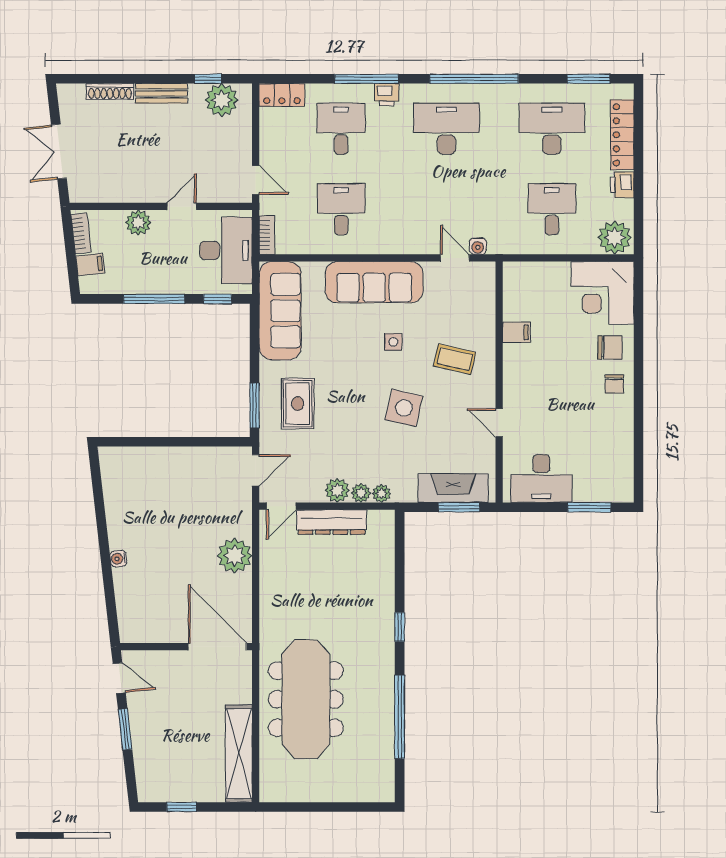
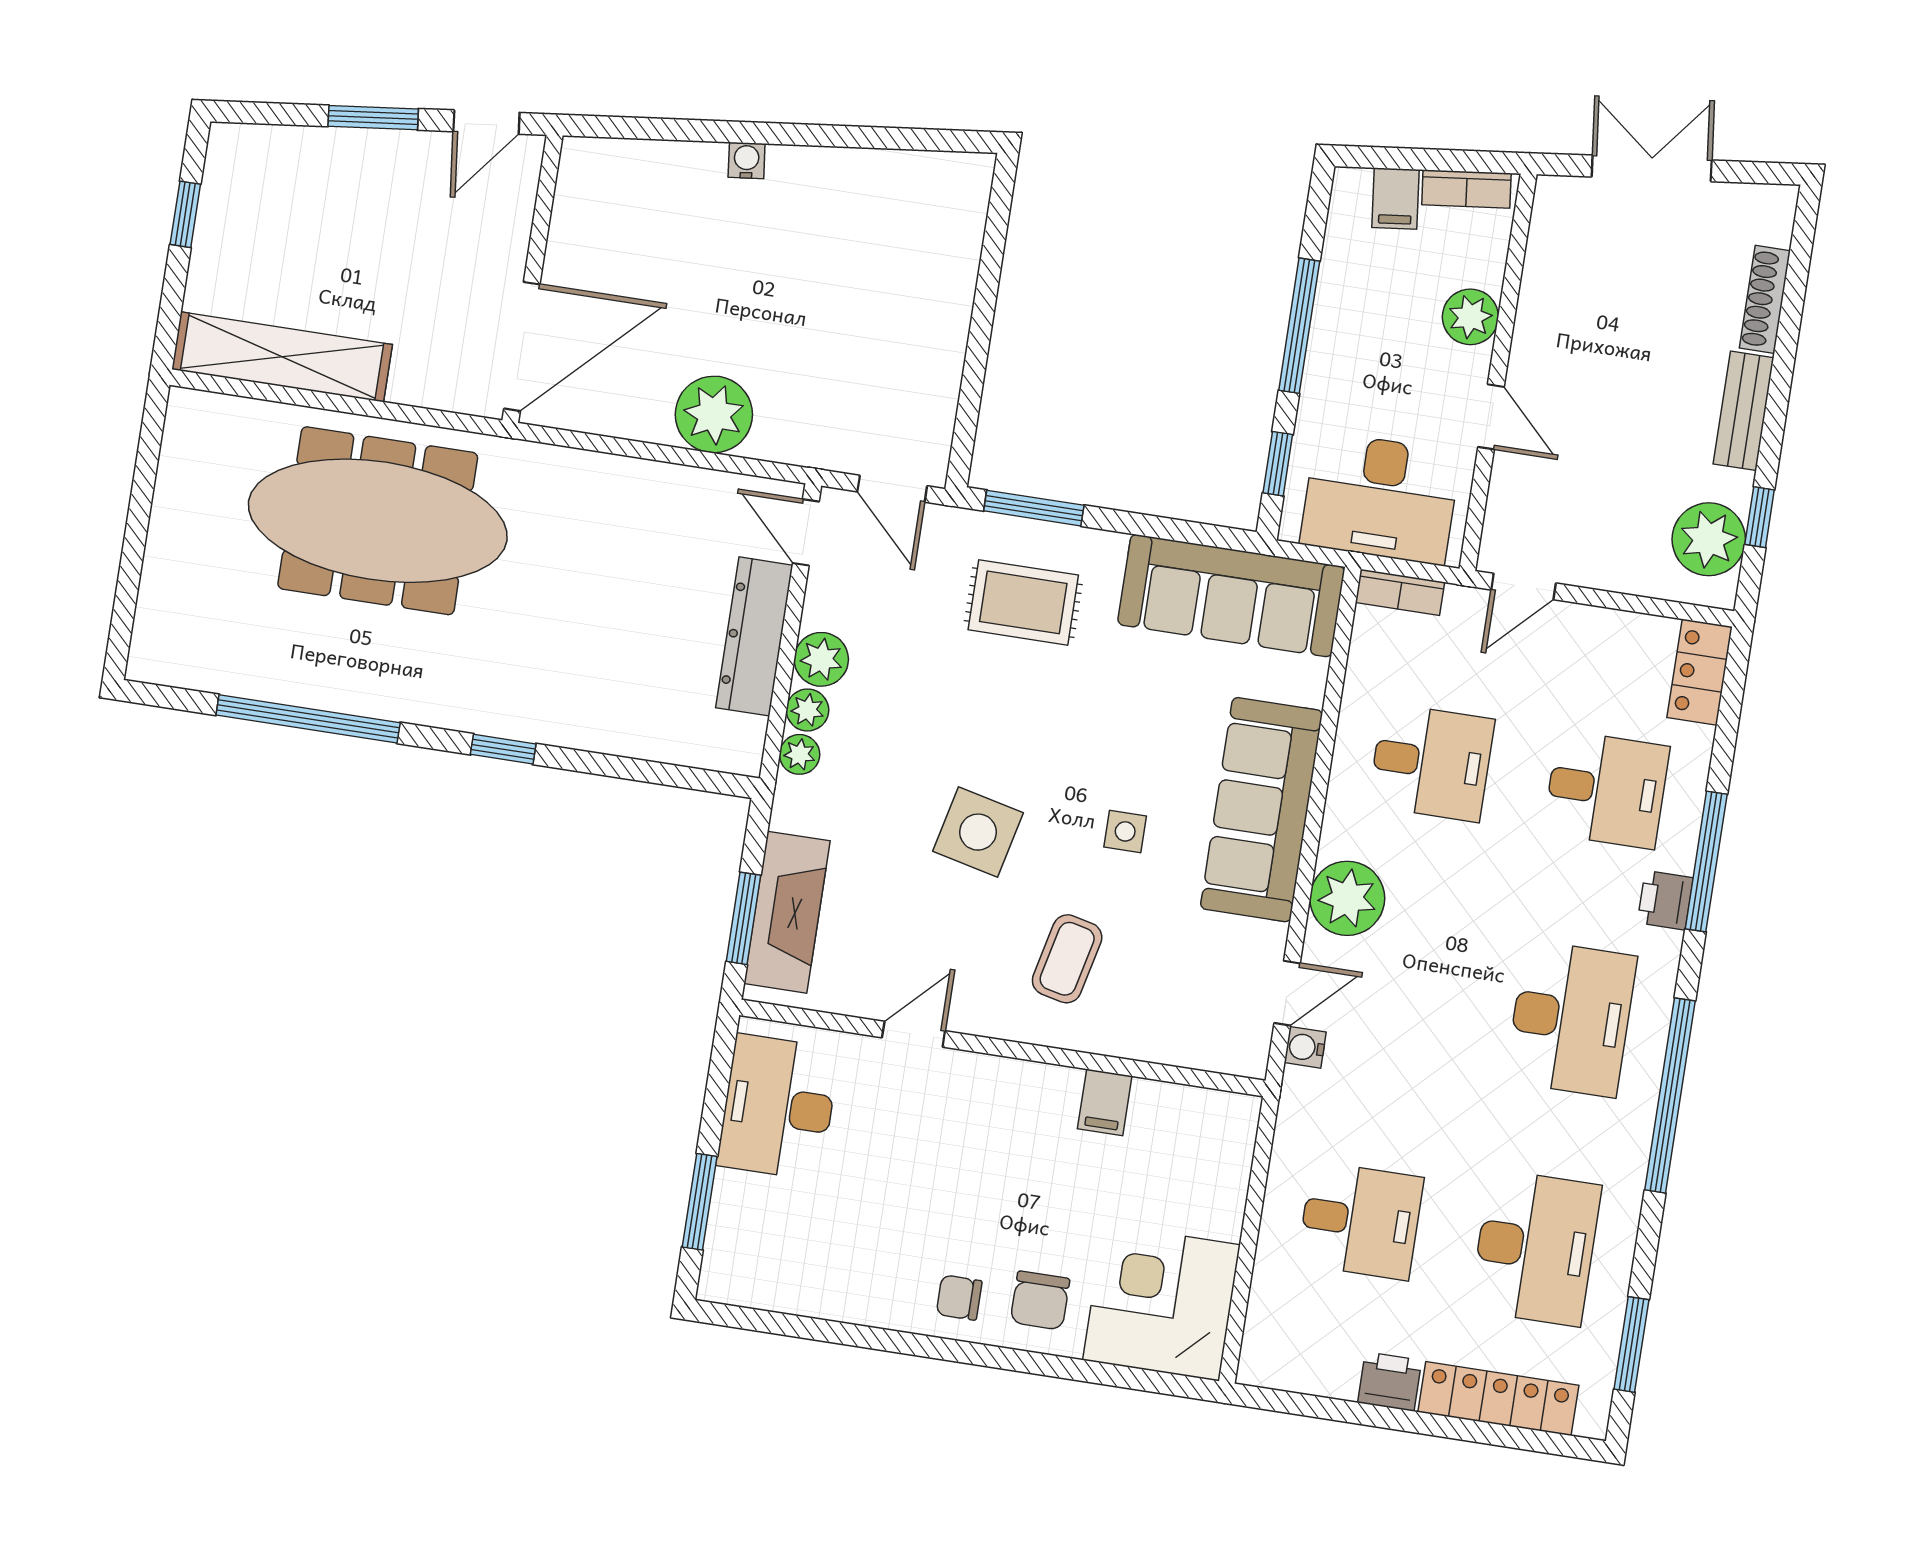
plant: (615, 237) -> (1347, 898), moved

